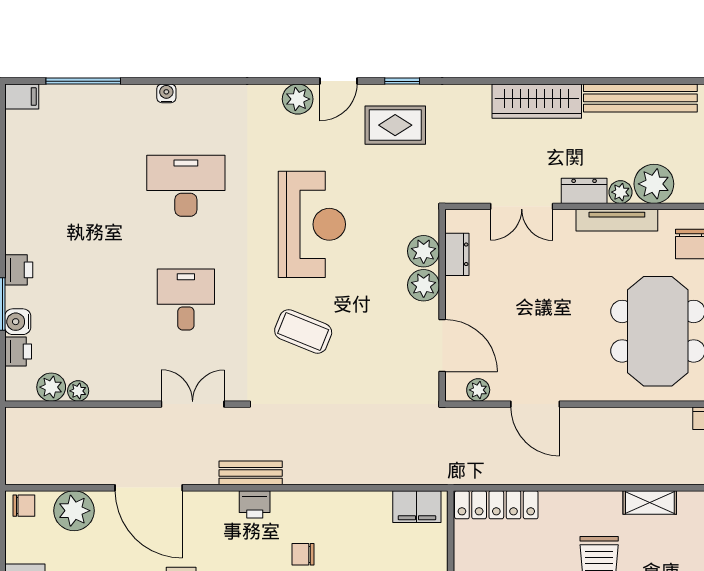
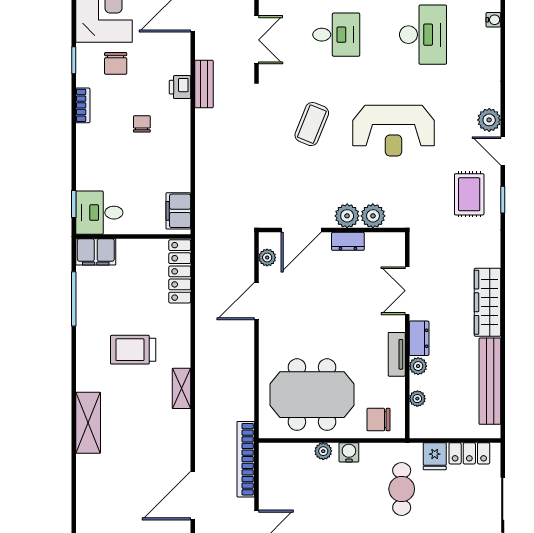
plant: (654, 184) -> (417, 399), width x0.53, depth x0.53
tv unit: (617, 220) -> (397, 354), width x0.71
dresser: (457, 254) -> (348, 241), moved

